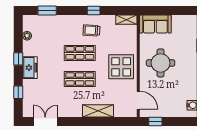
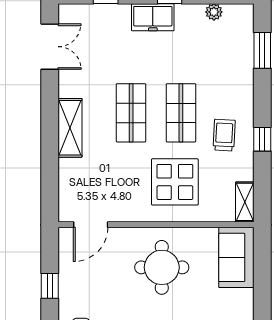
display table: (121, 67) -> (175, 182), moved
shelving: (98, 111) -> (70, 128), moved
window: (155, 121) -> (50, 286), moved

